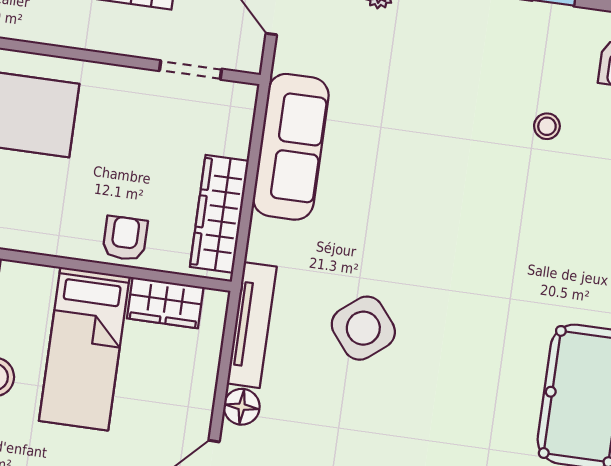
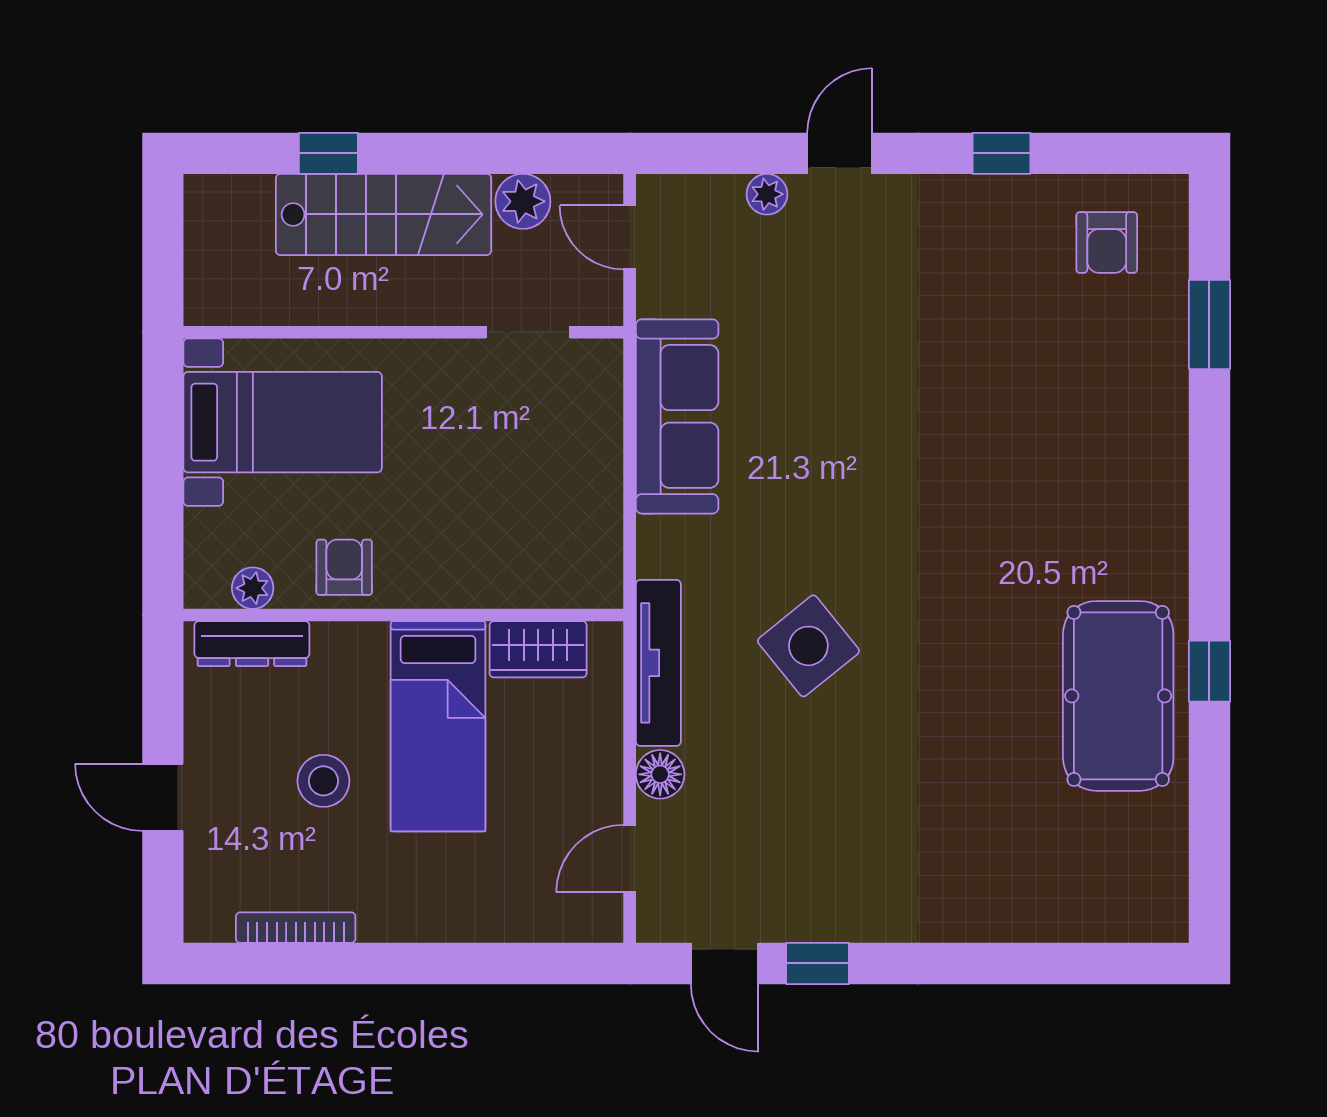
stool: (547, 126) -> (1017, 341), removed
wardrobe: (219, 214) -> (594, 520), removed
armchair: (125, 238) -> (344, 567), moved

